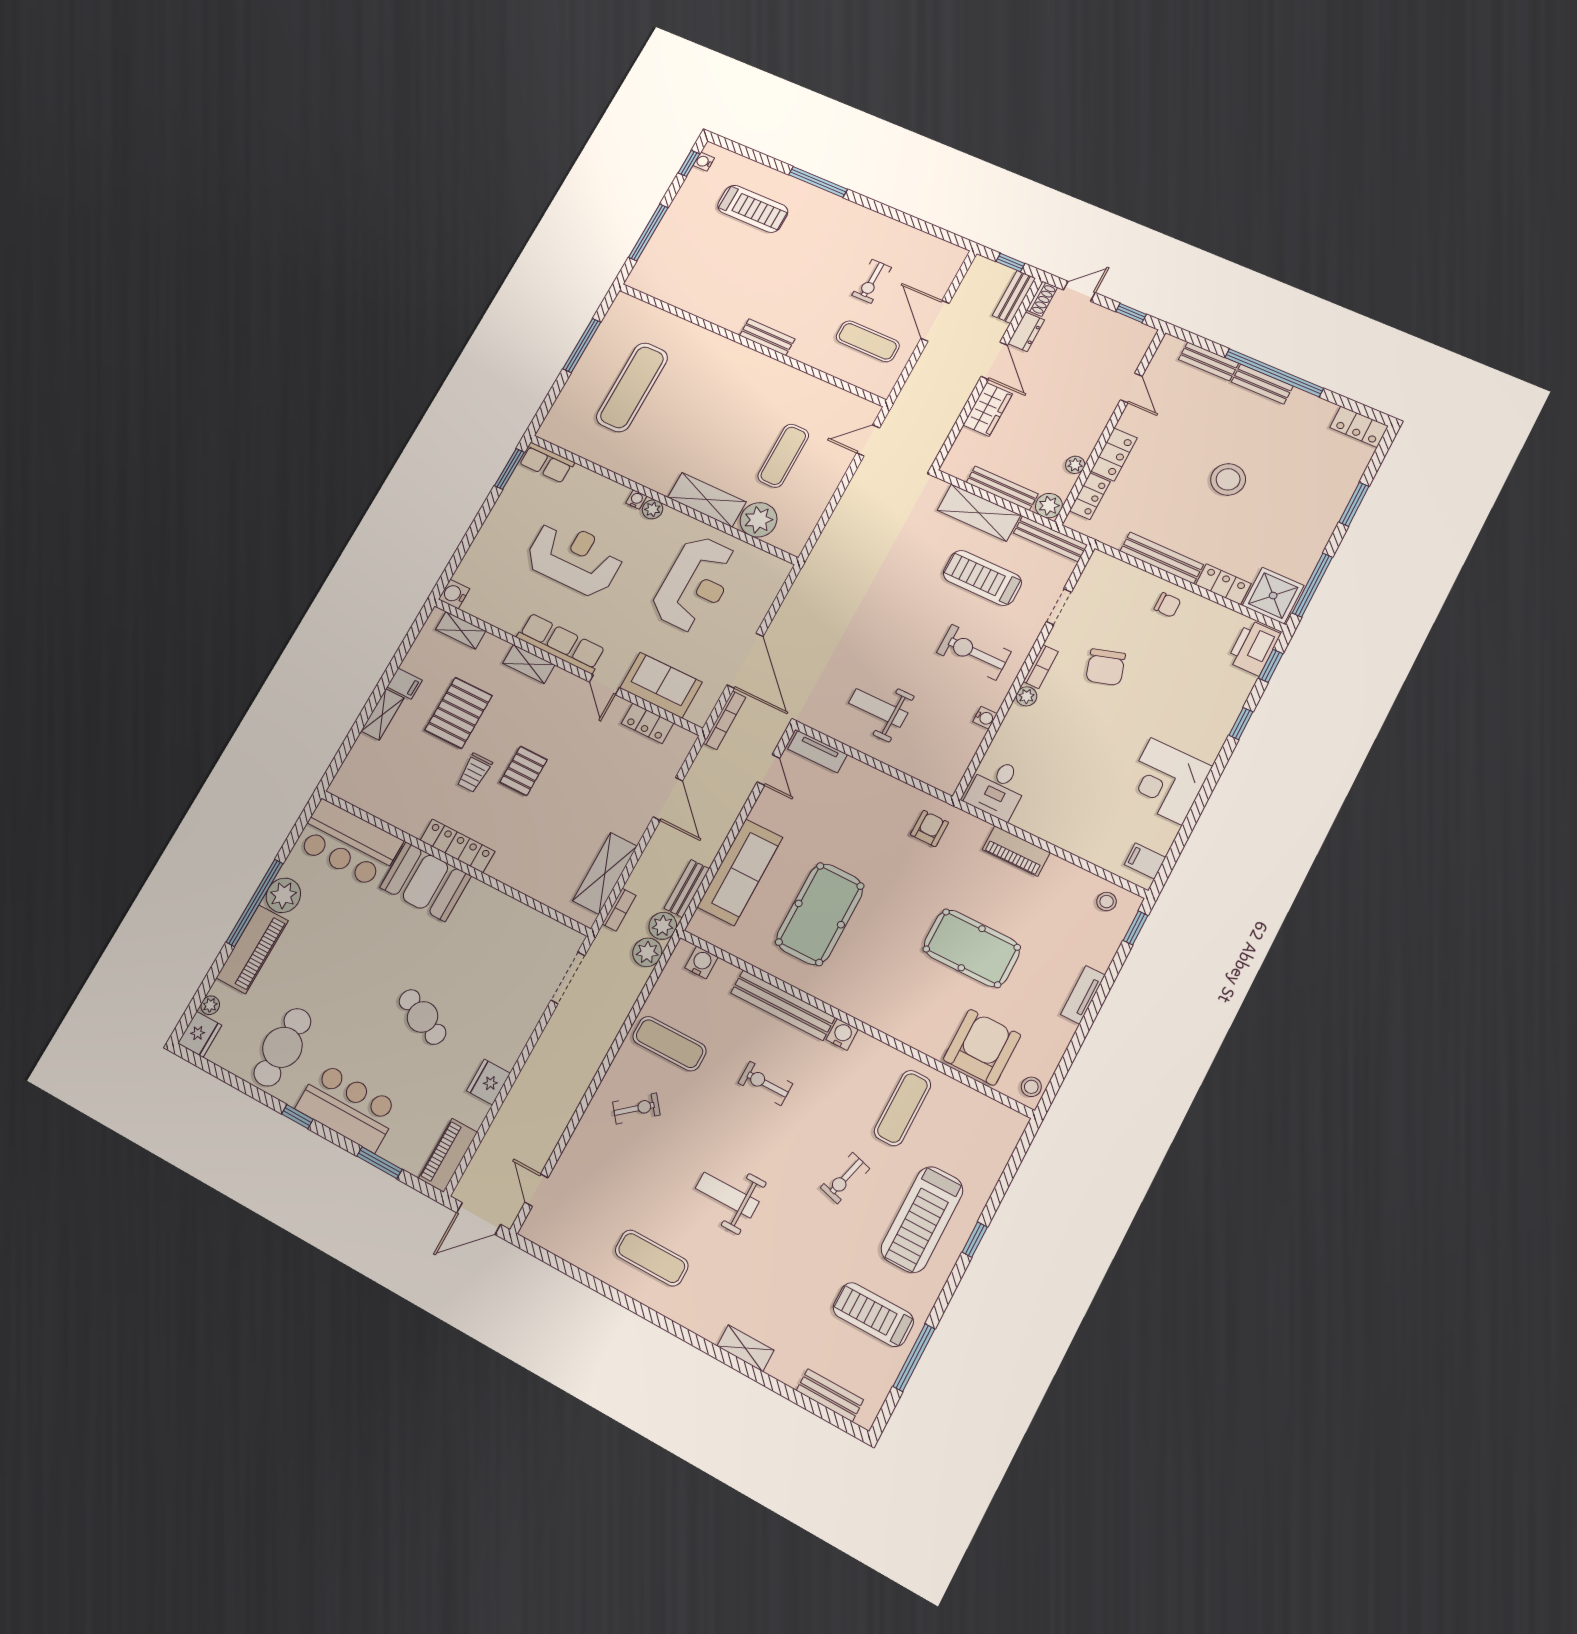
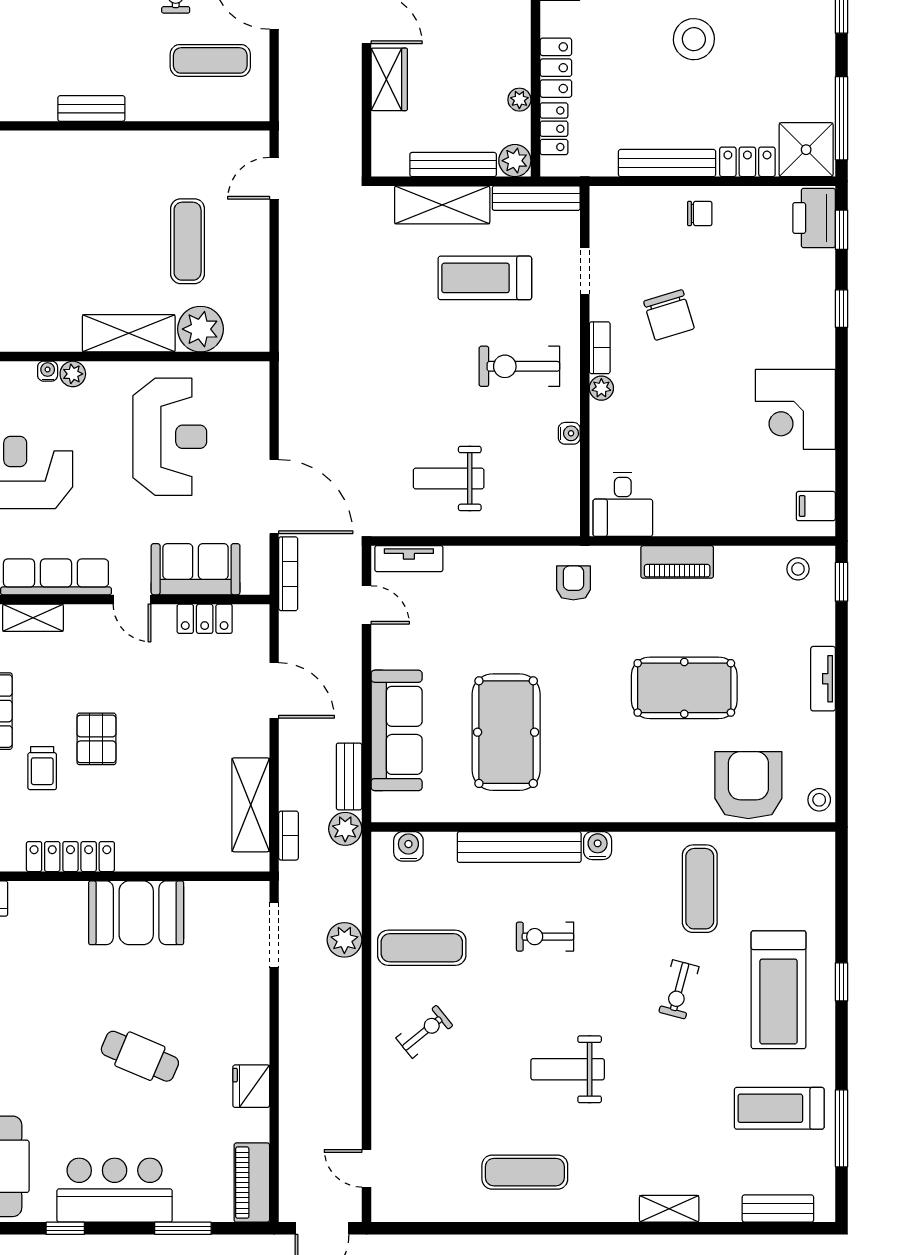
booth: (425, 882) -> (136, 913), moved
plant: (647, 952) -> (344, 940), moved

